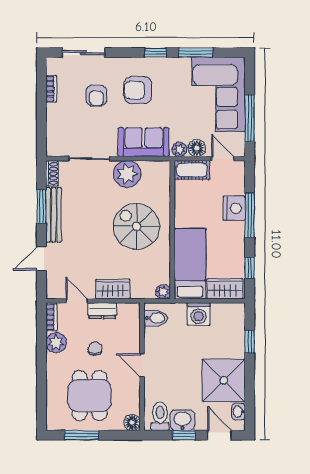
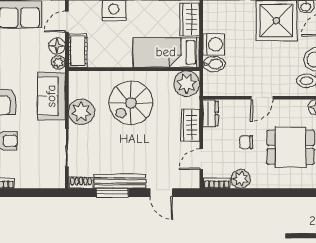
plant: (163, 292) -> (187, 84), width x1.87, depth x1.87
dresser: (102, 311) -> (210, 113), moved
bidet: (156, 318) -> (214, 64), moved, turned 90

